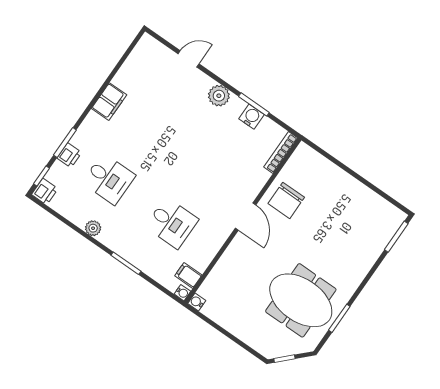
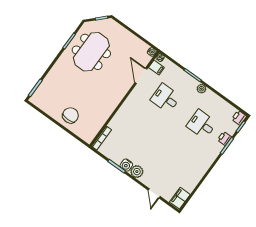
door: (189, 59) -> (154, 193), hinge flipped
filing cabinet: (109, 102) -> (180, 198), moved
water cooler: (251, 117) -> (126, 165), moved
chair: (286, 200) -> (70, 115), moved
door: (246, 216) -> (141, 76), moved
plant: (93, 228) -> (201, 89), moved
meeting table: (301, 300) -> (91, 52), turned 90

